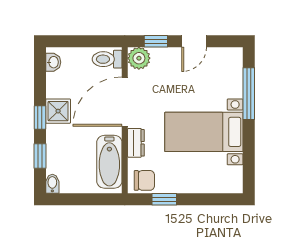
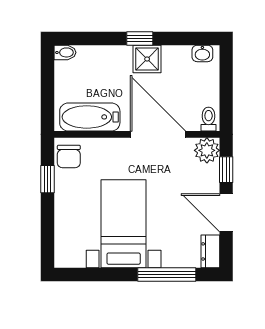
door: (194, 41) -> (226, 213), width x1.37
toilet: (107, 59) -> (209, 119), width x0.73, depth x0.72
dresser: (136, 143) -> (210, 251), moved, turned 90
window: (40, 156) -> (96, 38), removed

